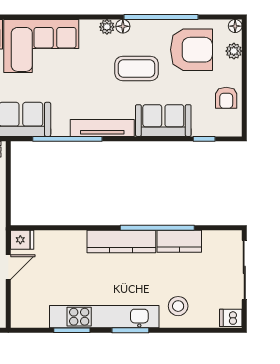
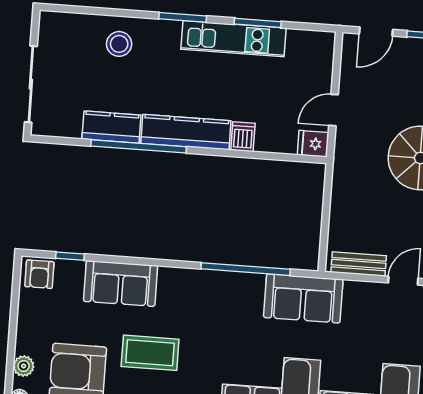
armchair: (226, 98) -> (39, 274), moved, turned 180
tv unit: (102, 128) -> (200, 280), removed
kitchen unit: (104, 317) -> (234, 39), width x0.73
dishwasher: (231, 318) -> (243, 137), moved, turned -90

